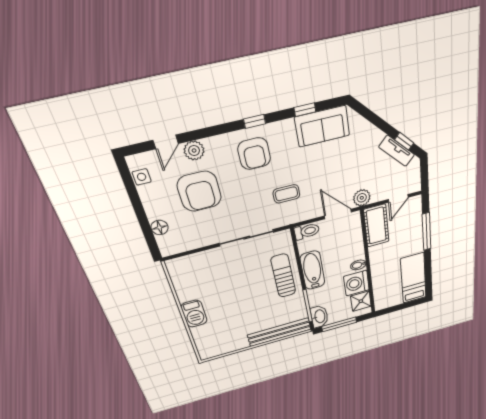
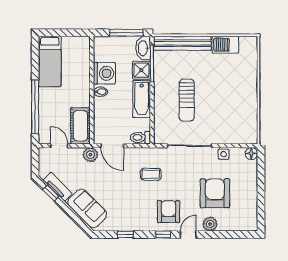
sofa: (322, 126) -> (87, 208), moved, turned 45
door: (166, 142) -> (188, 235), moved
side table: (142, 177) -> (224, 154), moved
door: (398, 198) -> (59, 146), hinge flipped
floor lamp: (160, 227) -> (251, 153), moved
window: (427, 232) -> (35, 107), width x1.46
sun lounger: (283, 276) -> (187, 100), moved
shower: (361, 301) -> (141, 70), moved
barbecue: (194, 314) -> (225, 45), moved, turned -90

